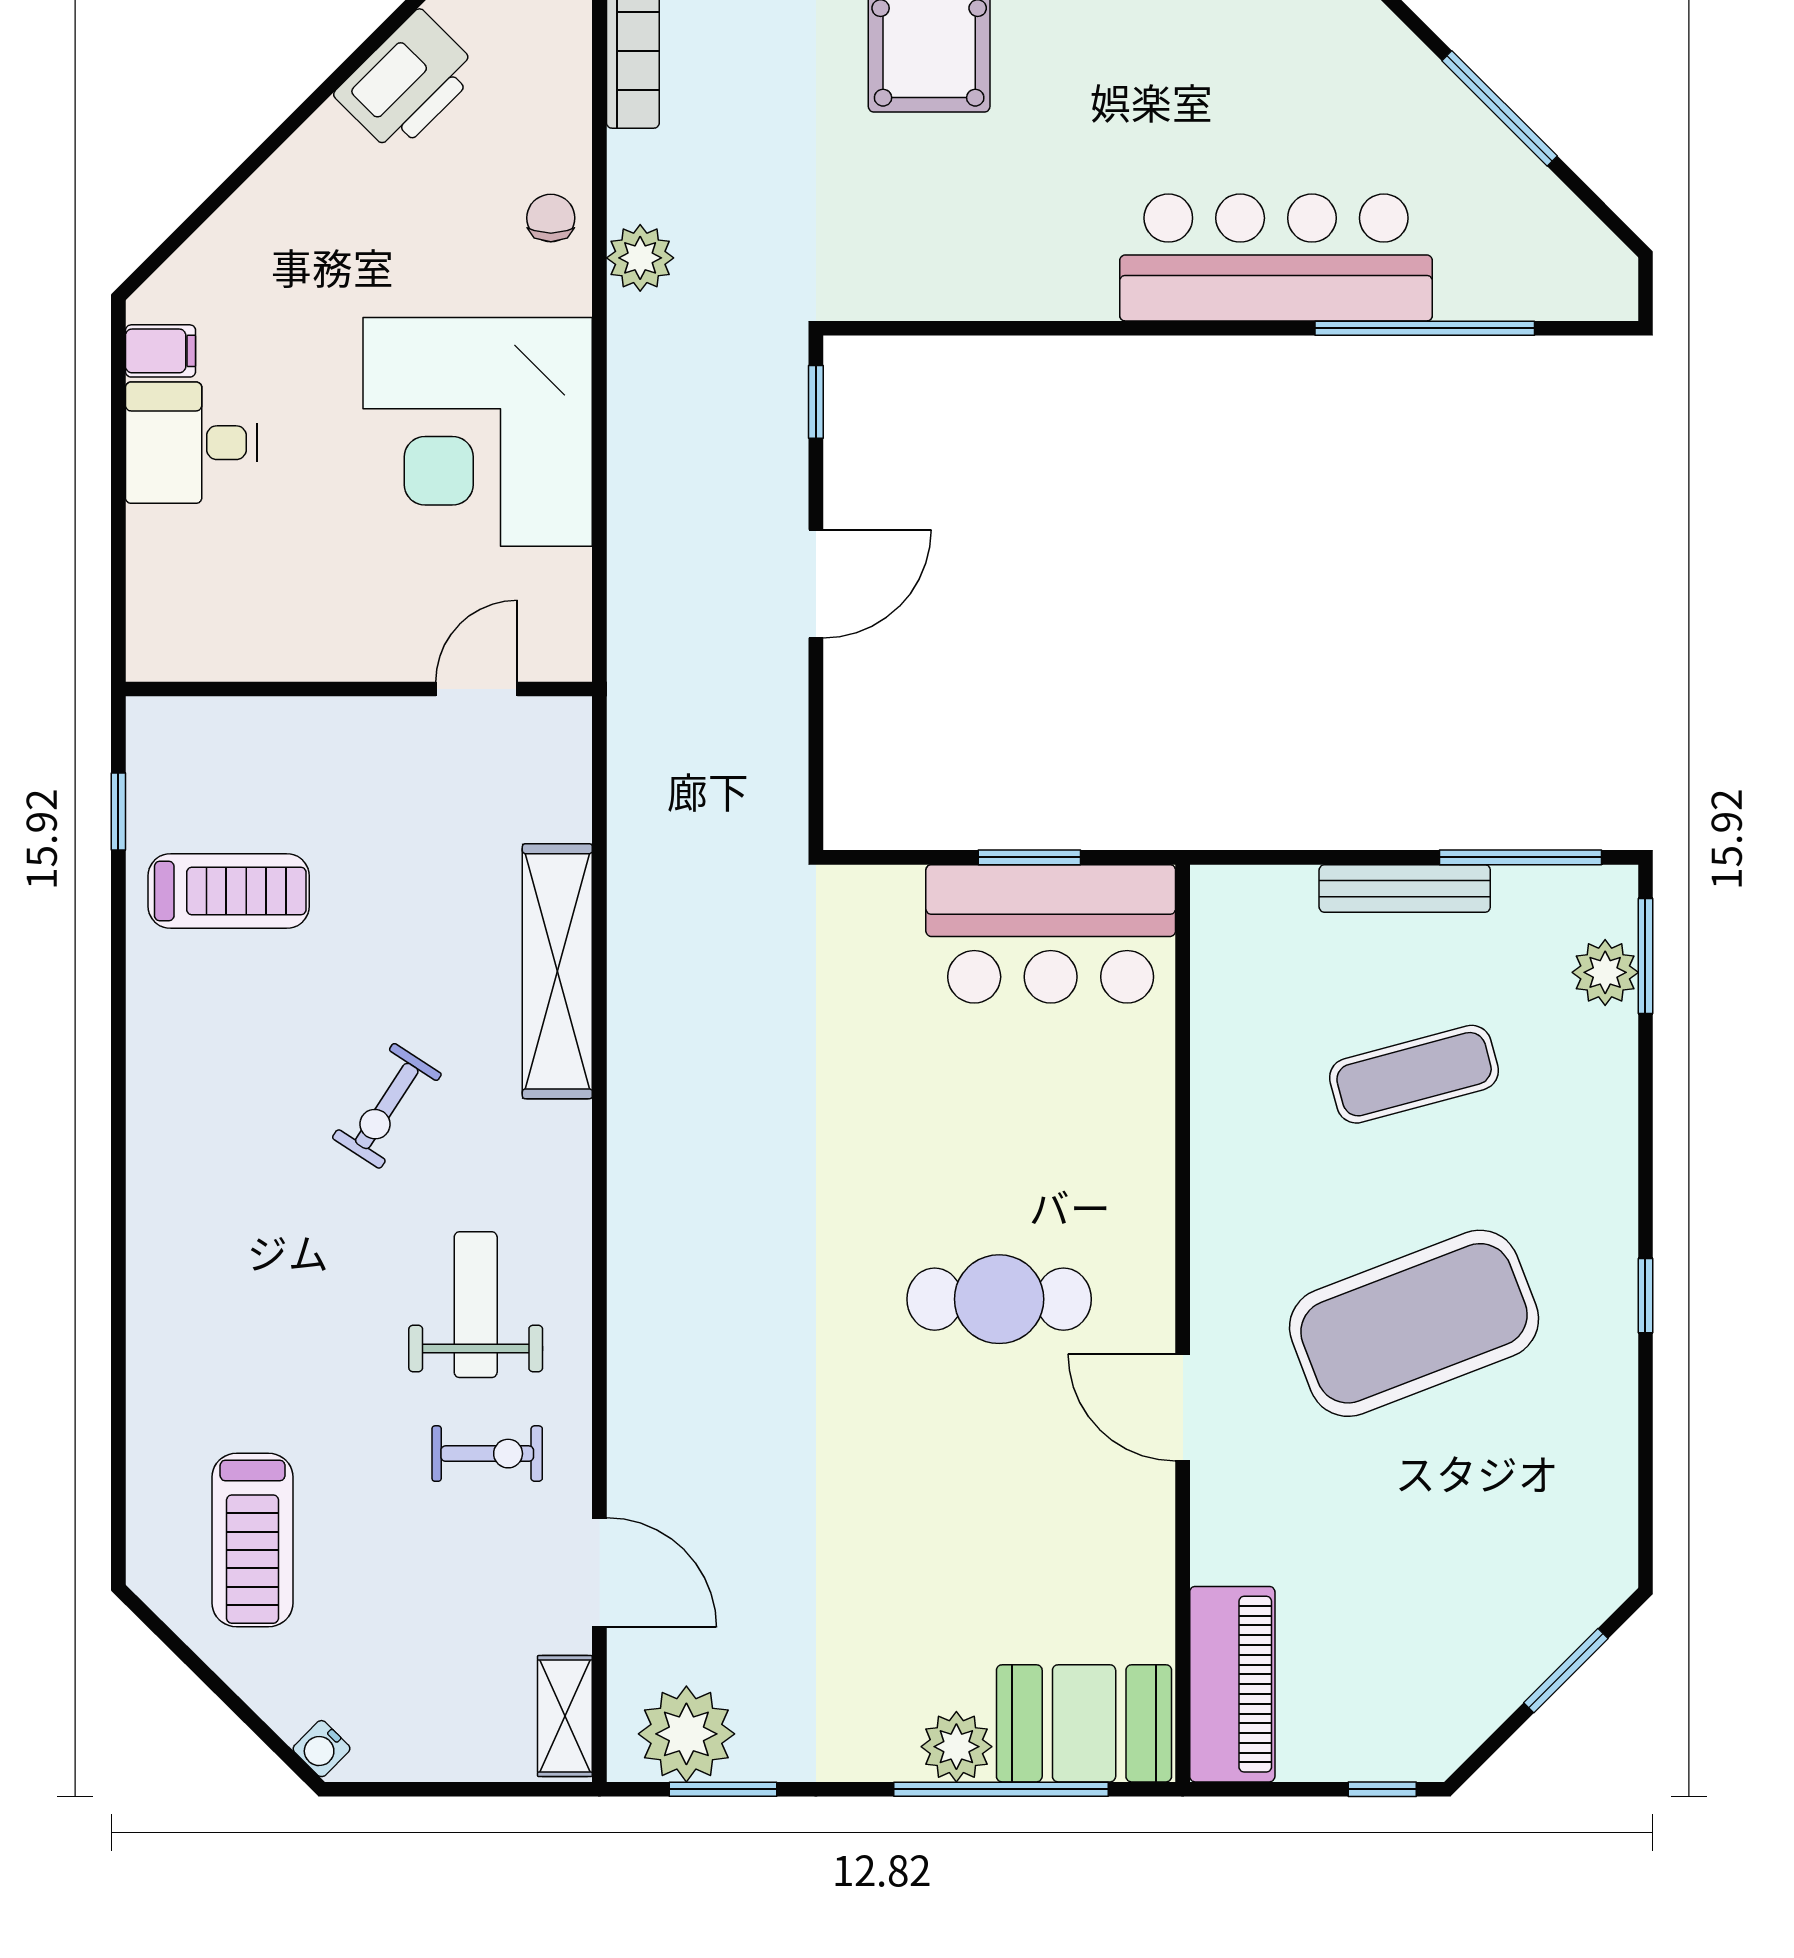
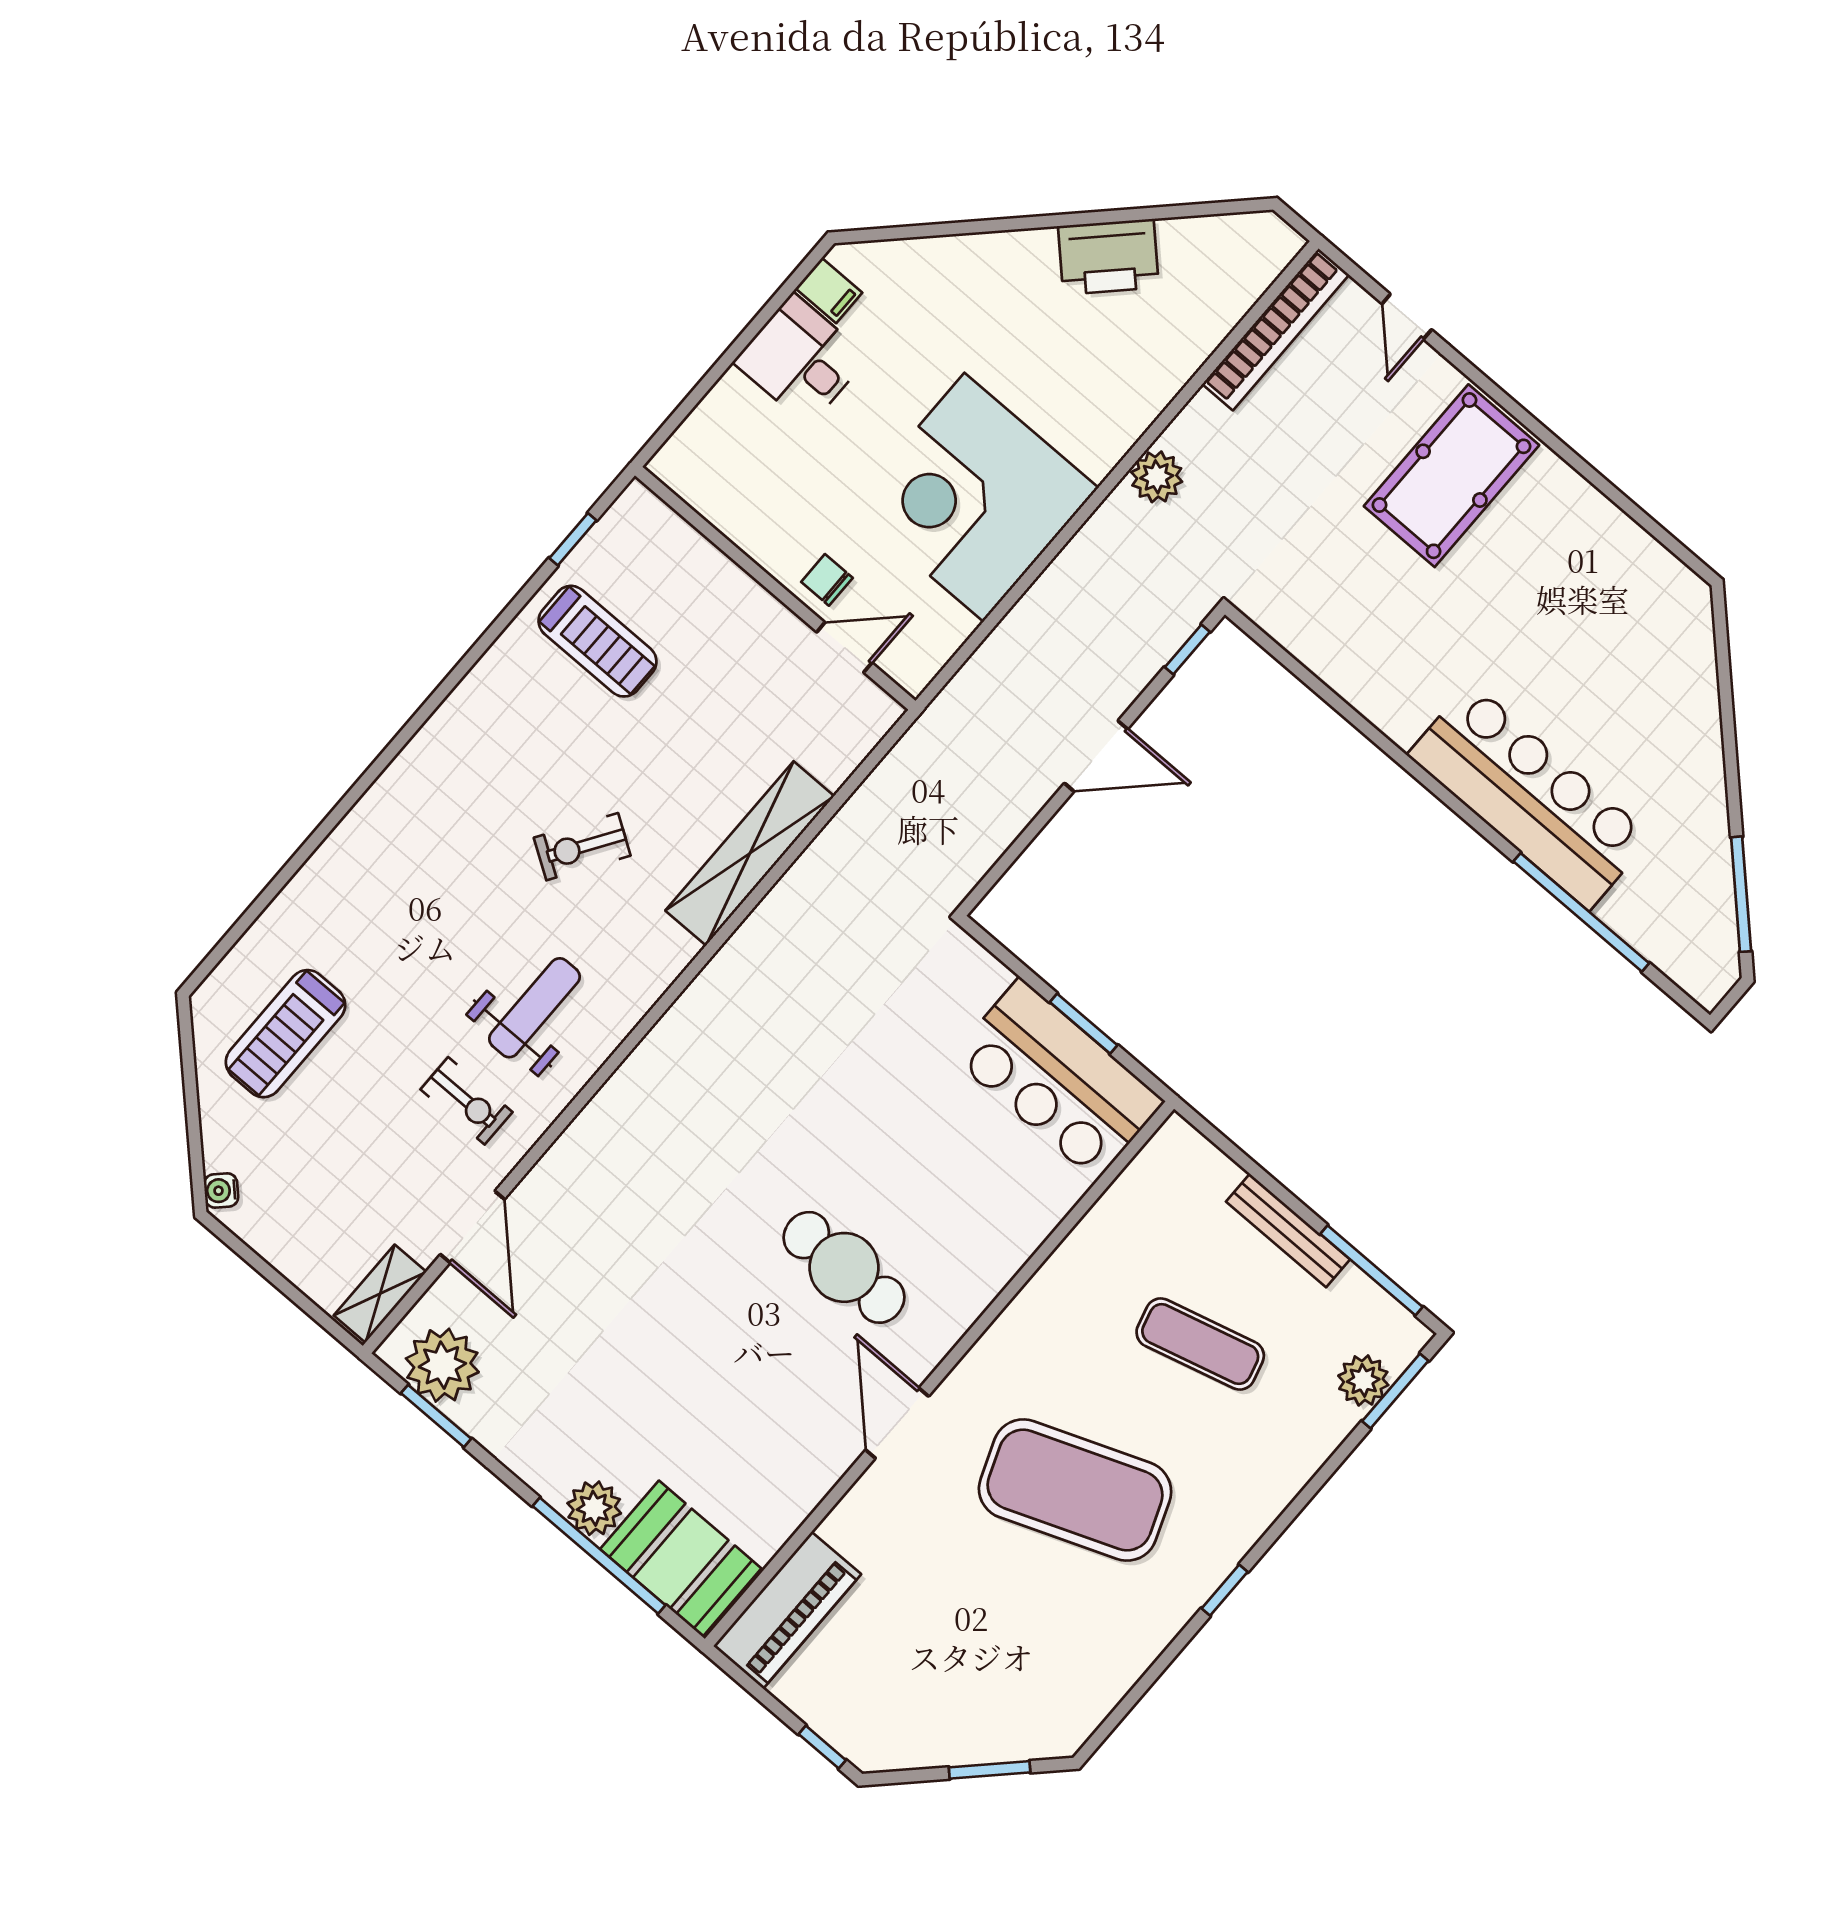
window: (1500, 108) -> (1741, 894), moved
chair: (551, 218) -> (827, 580), moved, turned -90

